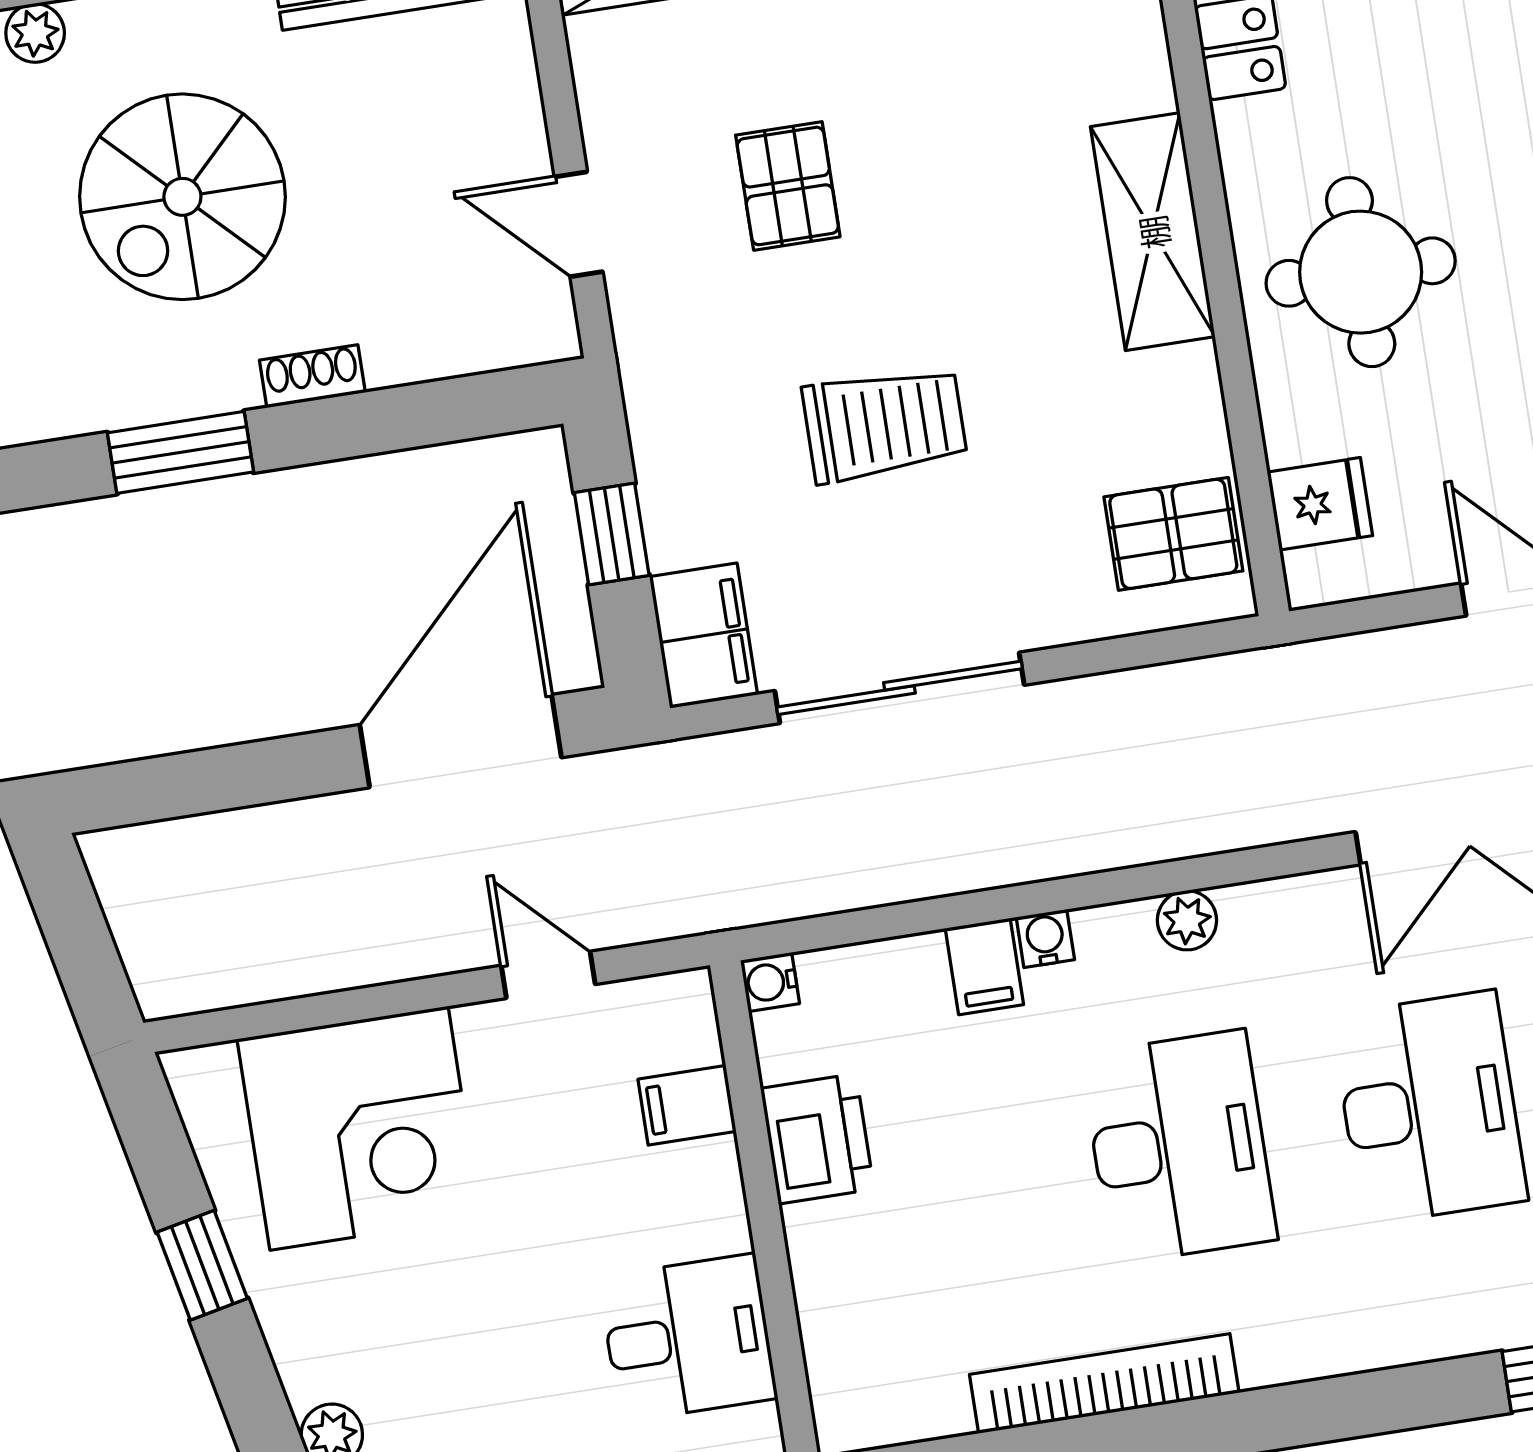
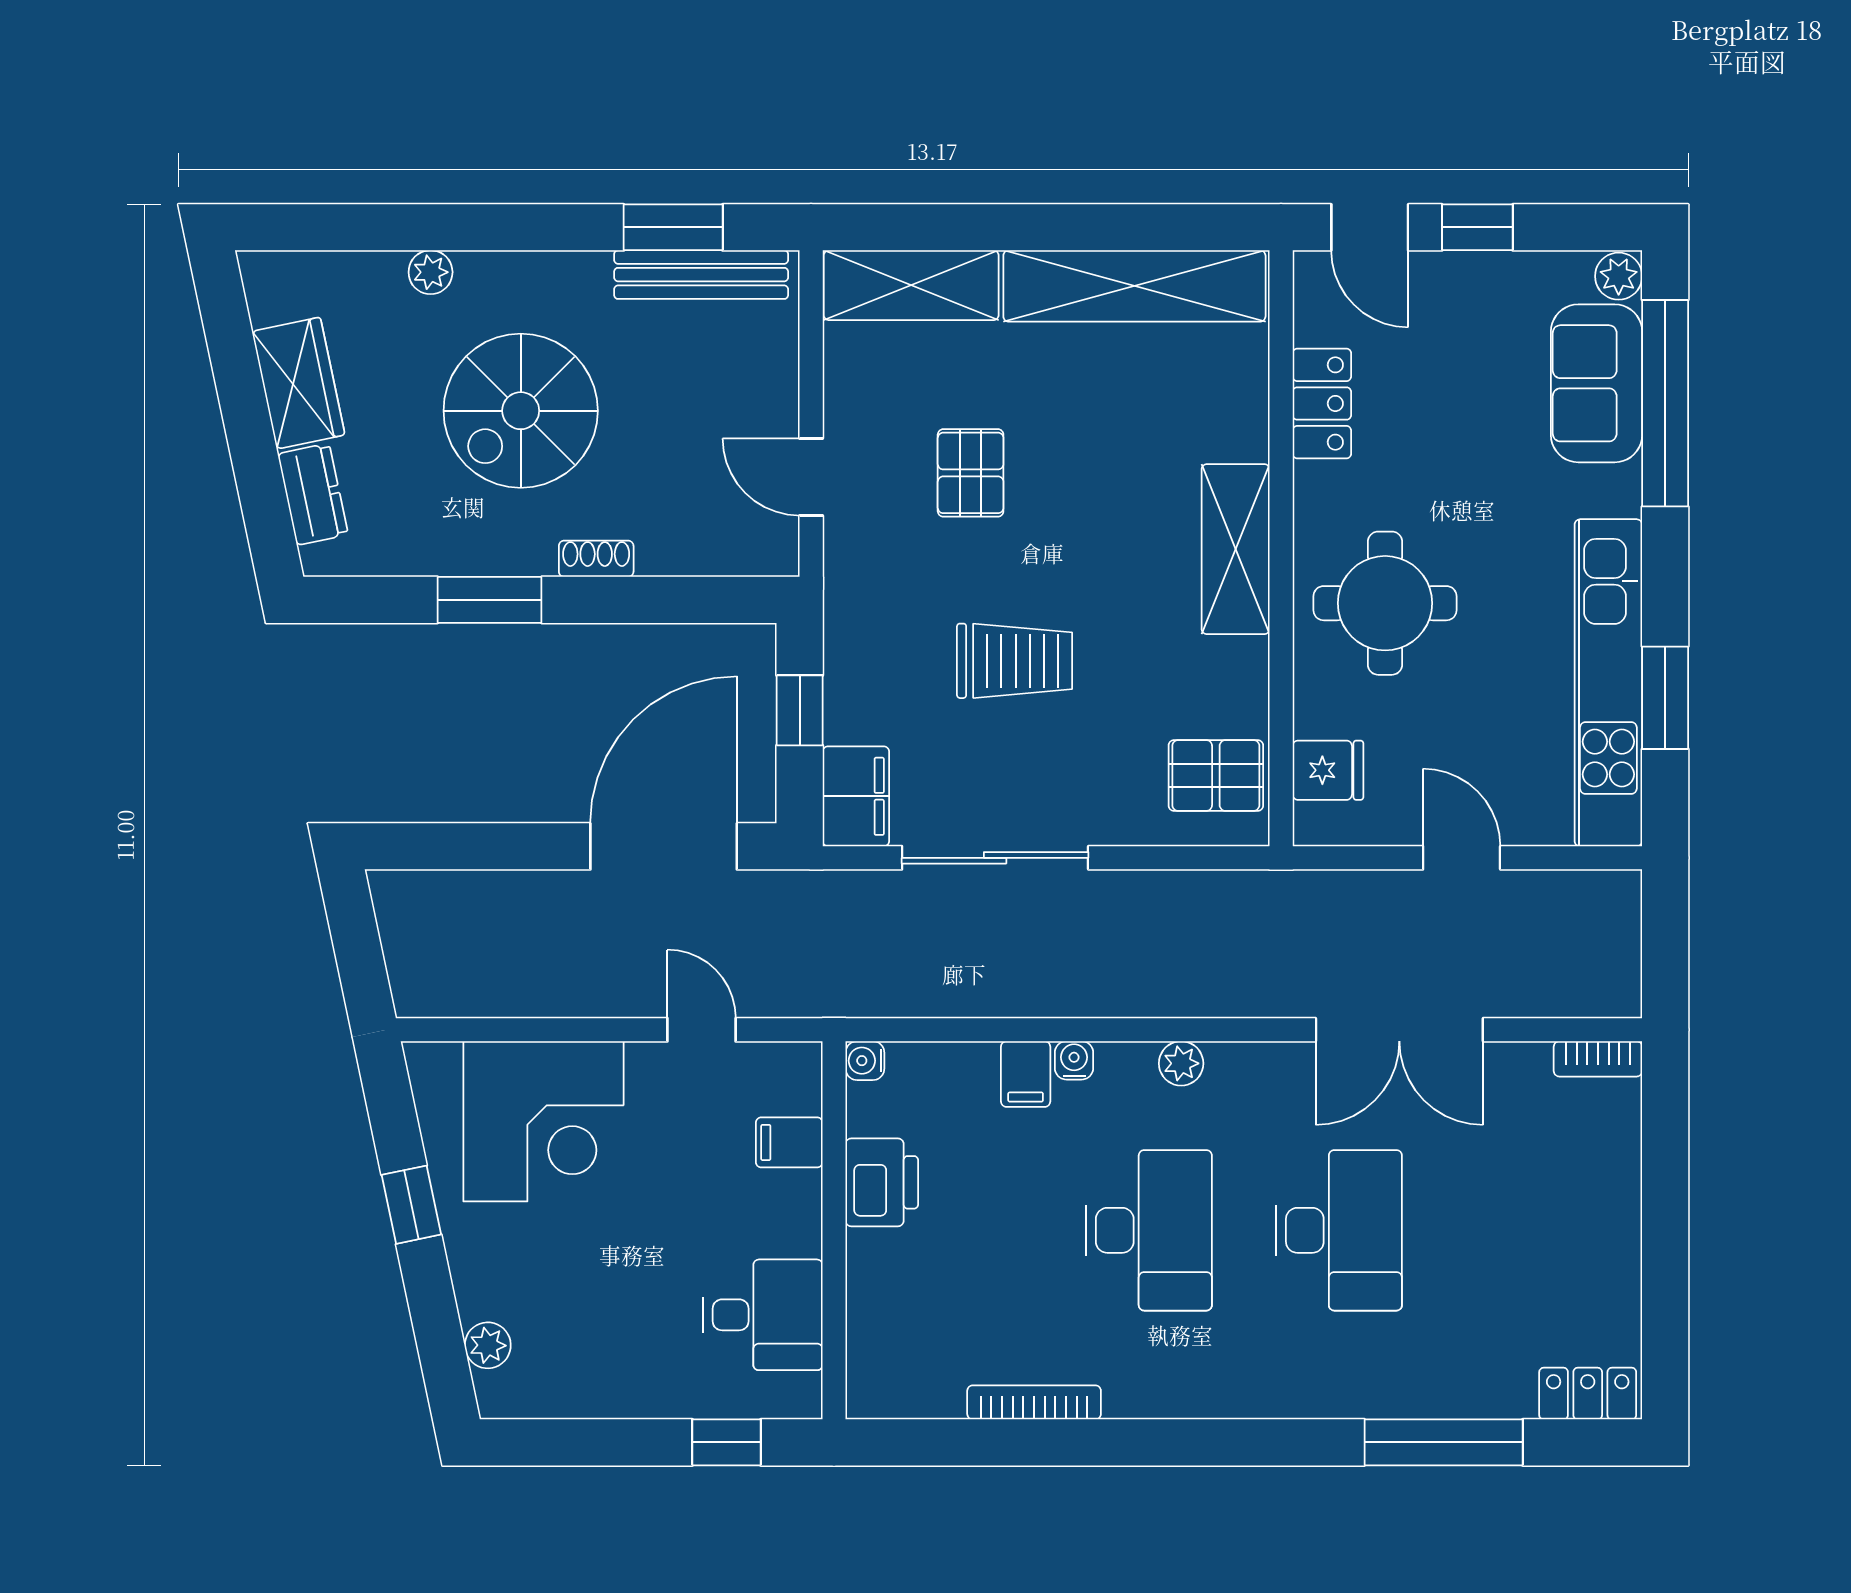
bookcase: (1104, 1384) -> (1034, 1402), width x0.68, depth x0.76

